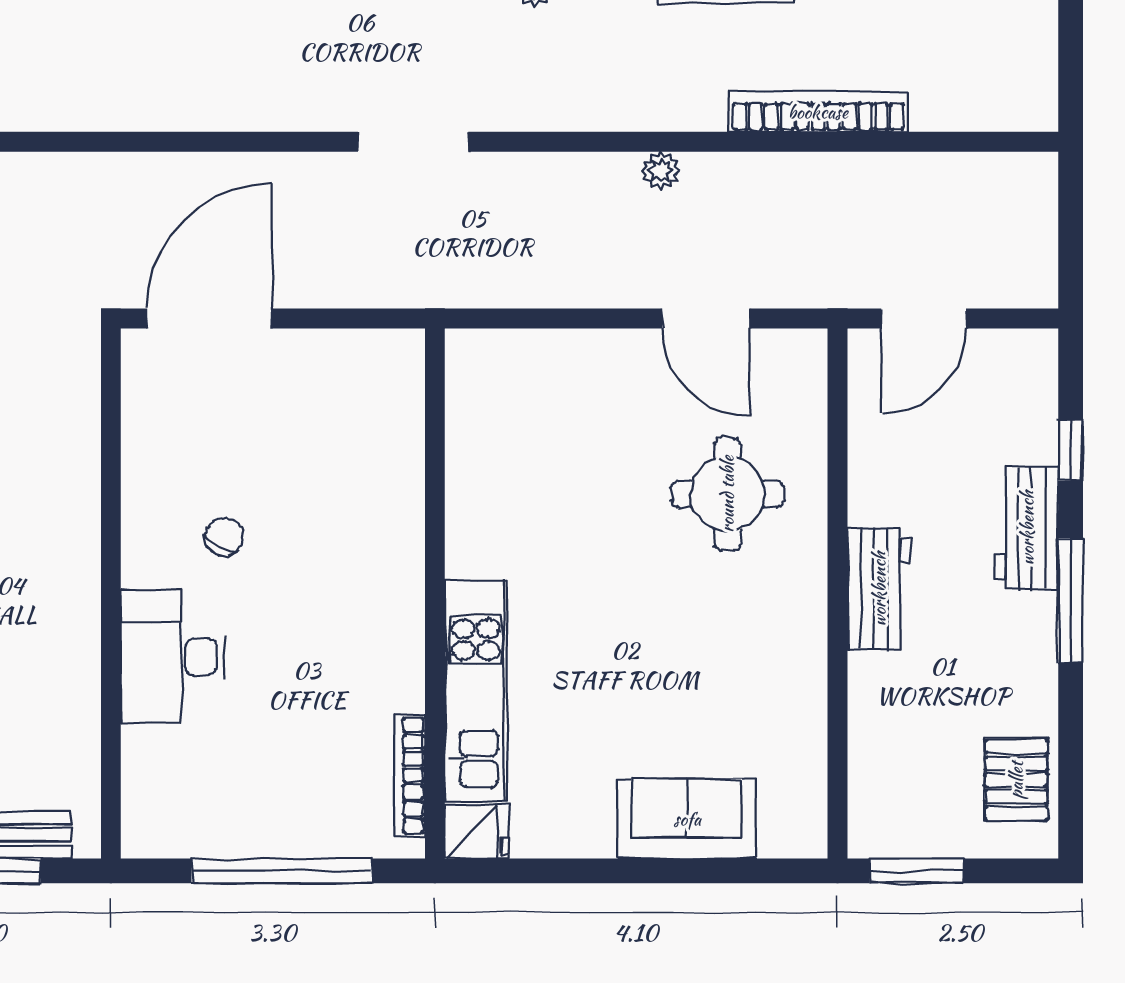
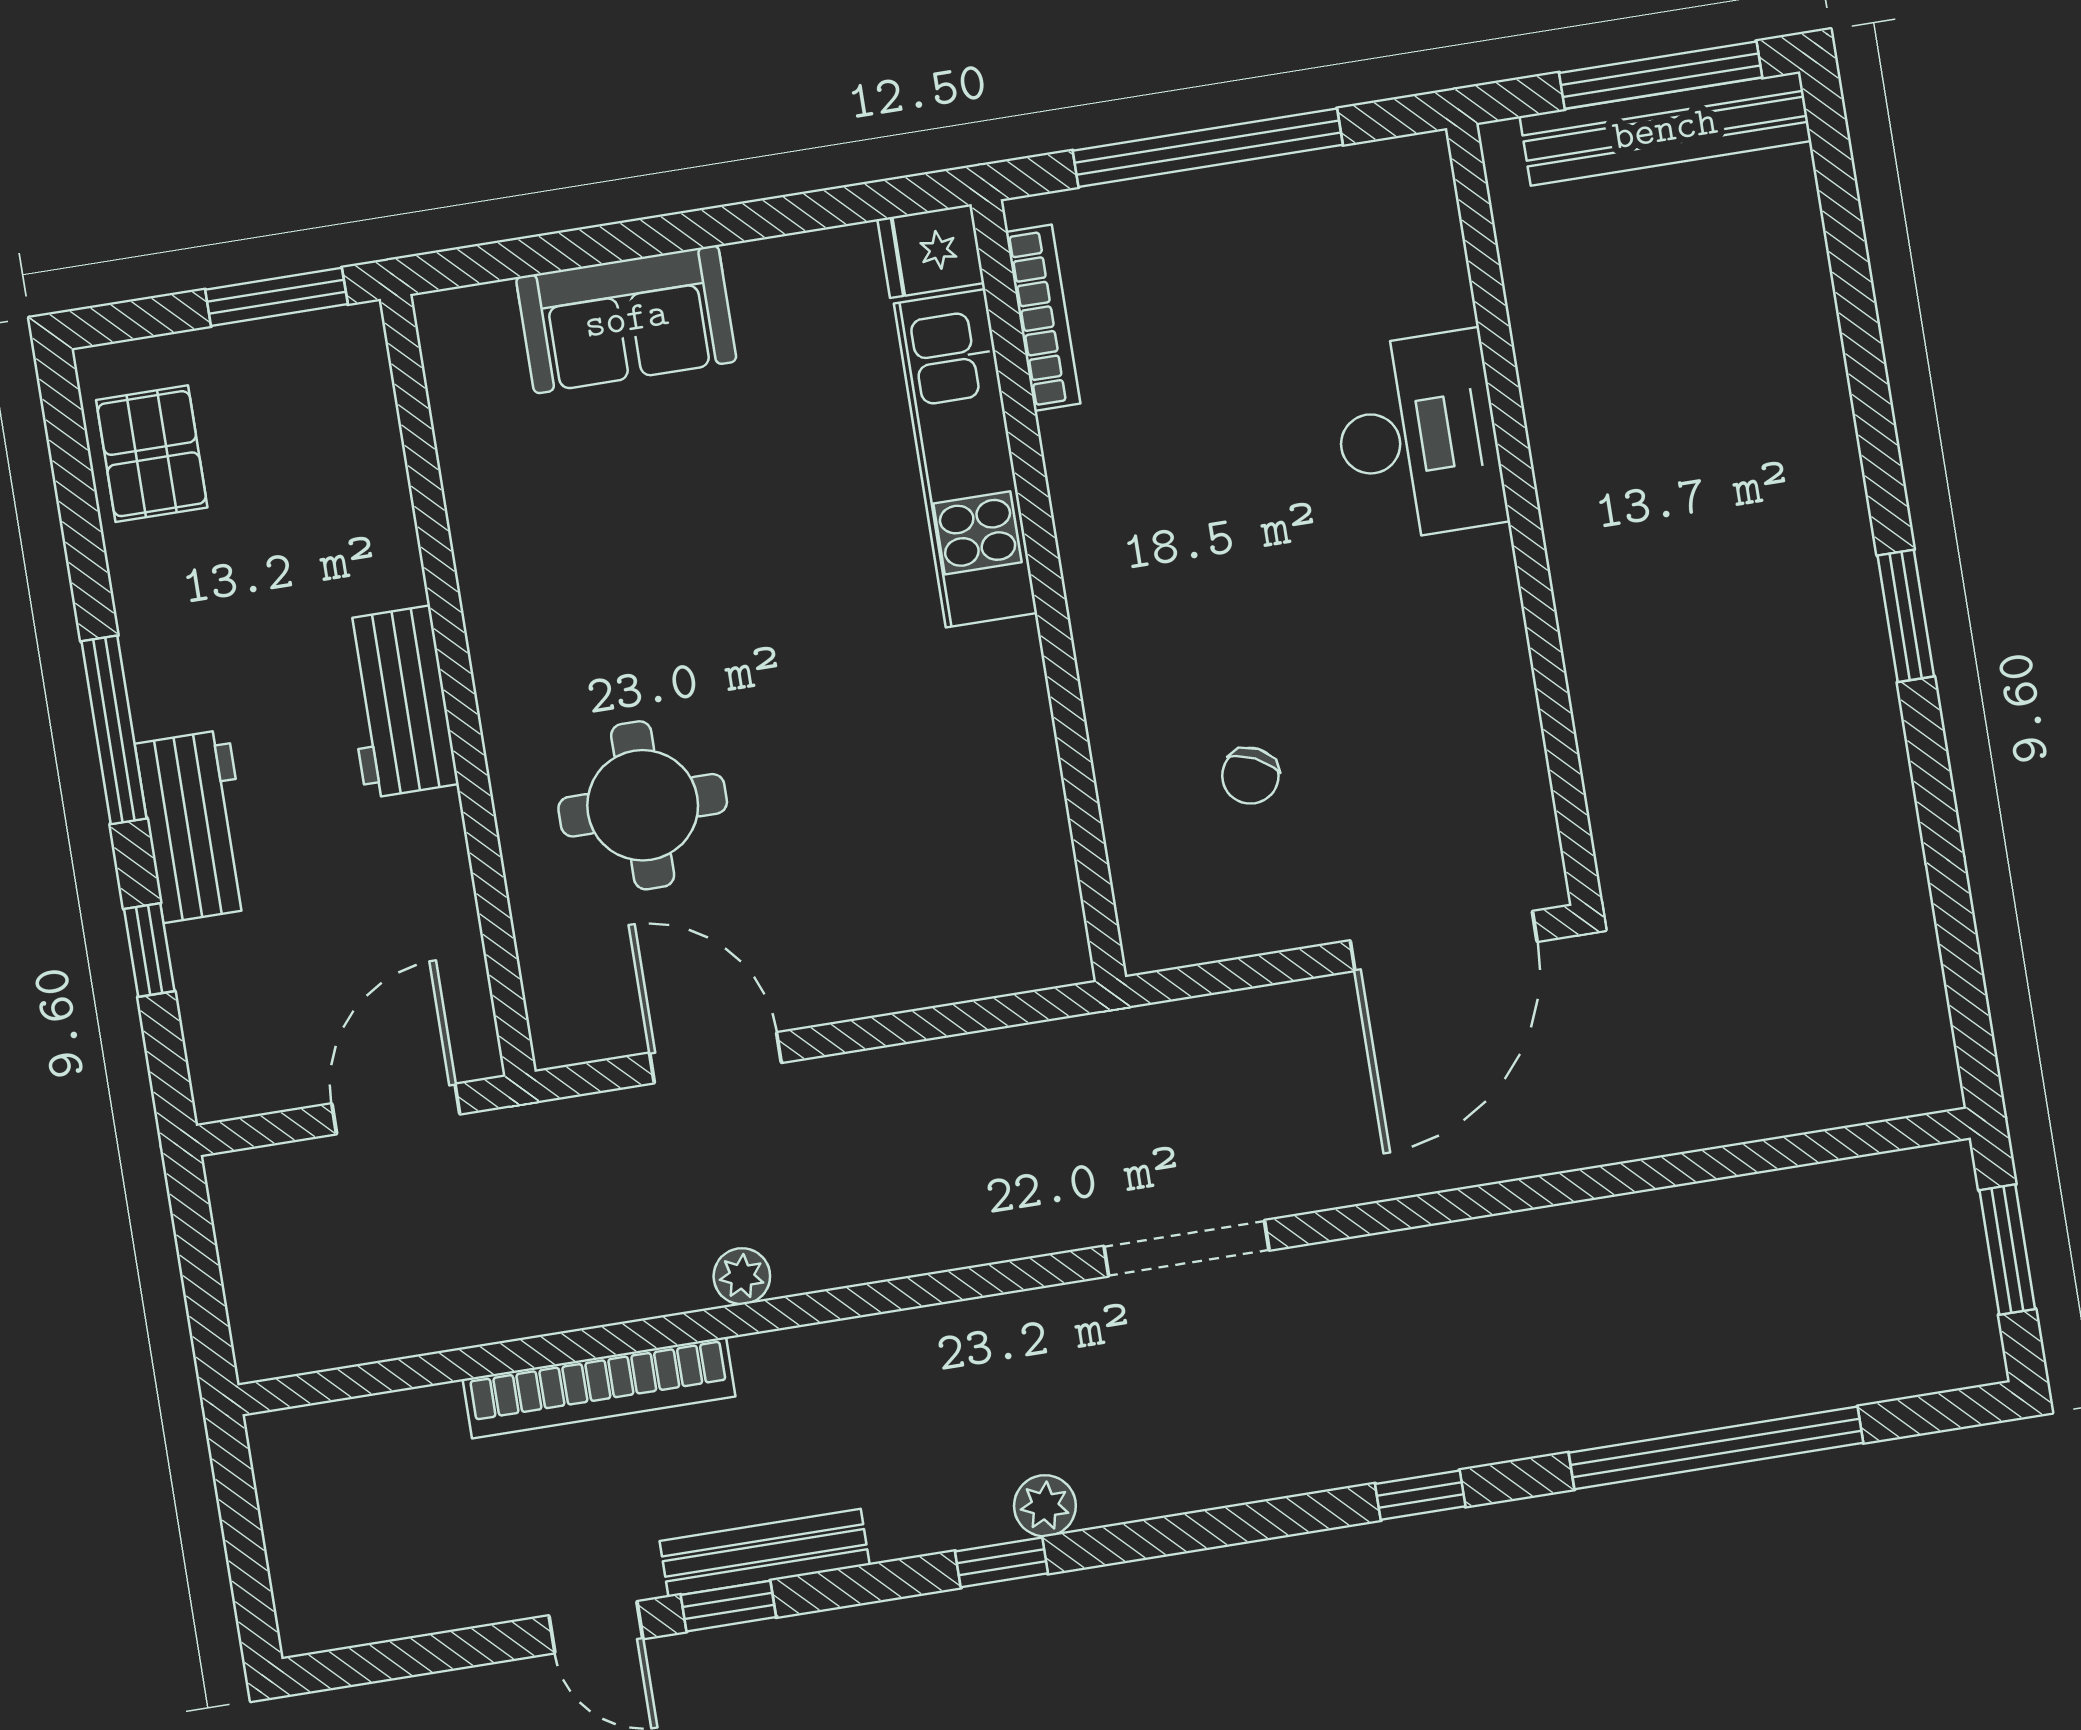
plant: (661, 171) -> (742, 1276), moved
chair: (224, 537) -> (1250, 776), moved

